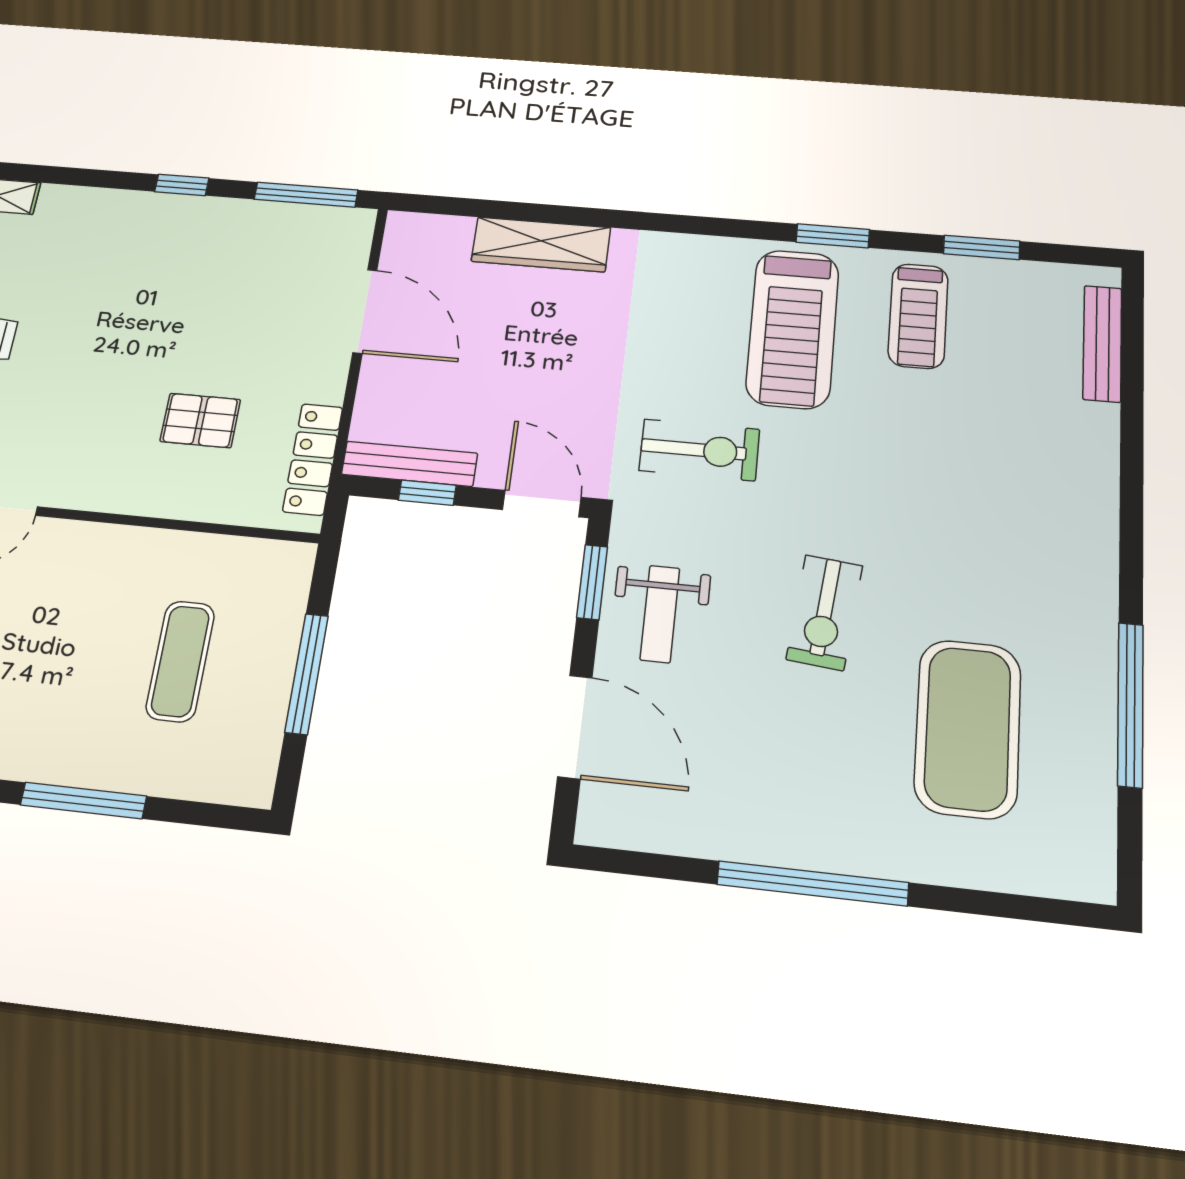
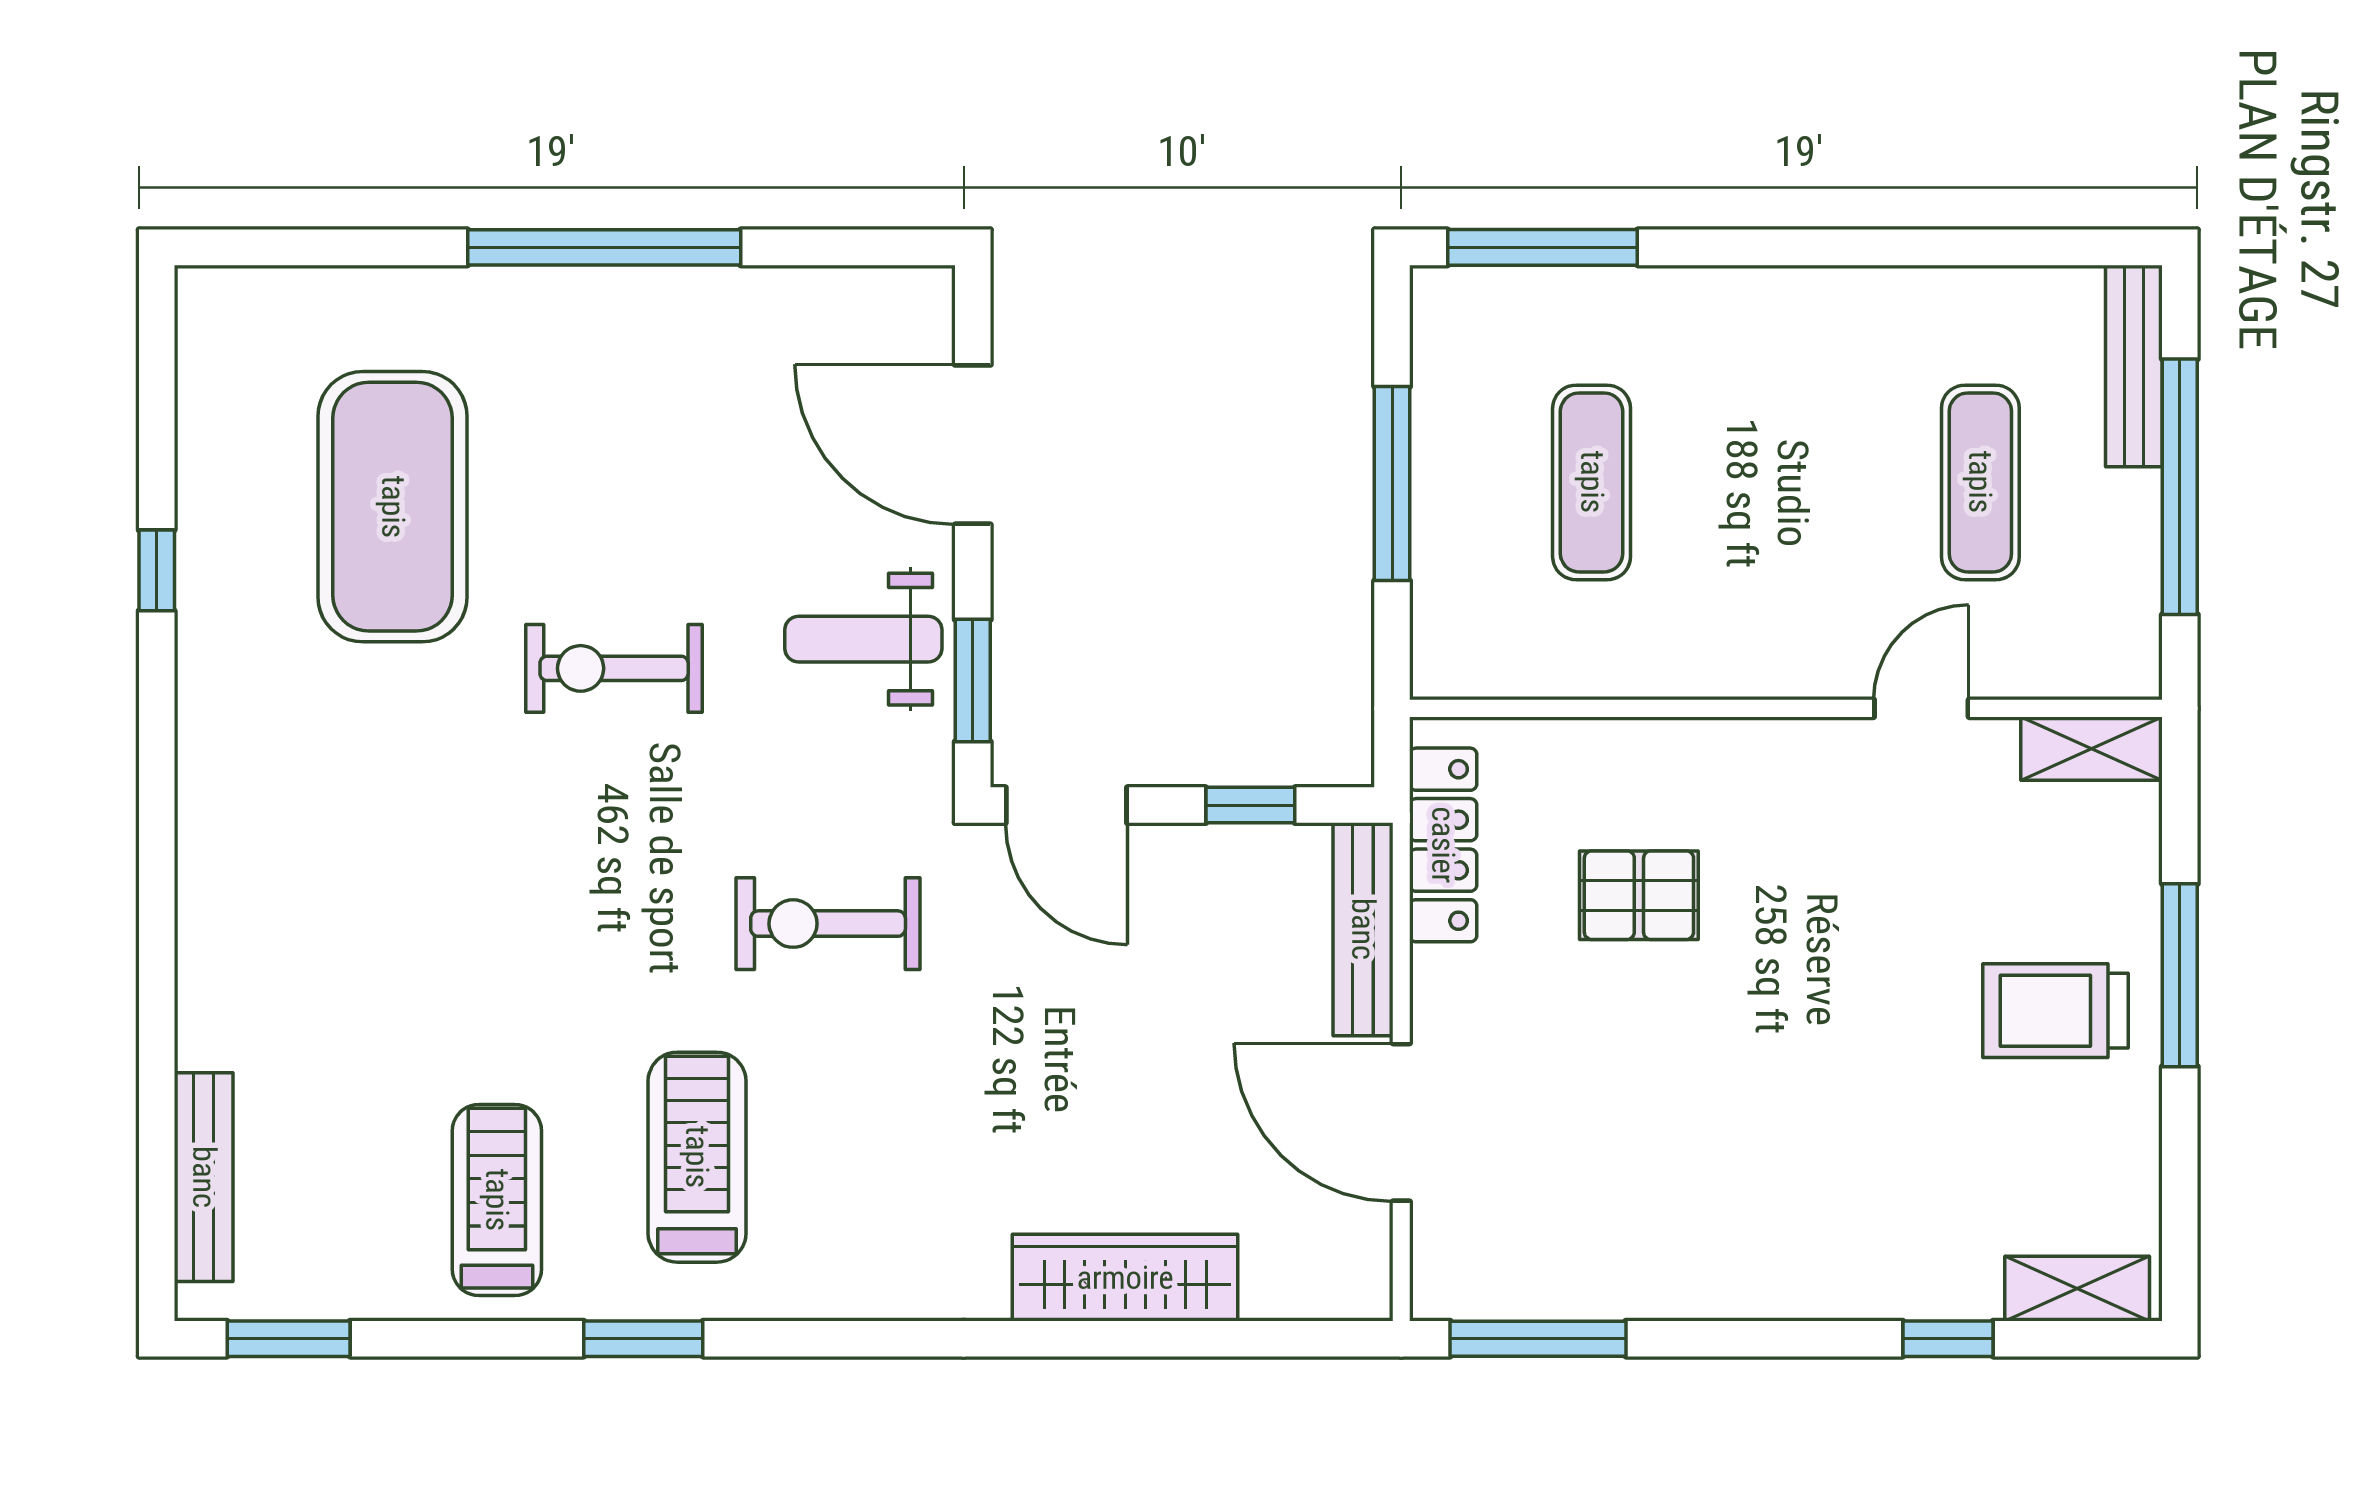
window: (182, 185) -> (1948, 1339), moved
window: (982, 247) -> (289, 1339), moved
treadmill: (793, 329) -> (697, 1157), width x0.73, depth x0.73
bench: (409, 464) -> (1363, 929), moved, turned 90
exercise bike: (824, 612) -> (614, 668), turned -96
weight bench: (660, 614) -> (863, 639), turned -90
window: (1131, 704) -> (157, 570), width x0.32
window: (83, 800) -> (1543, 247), moved

